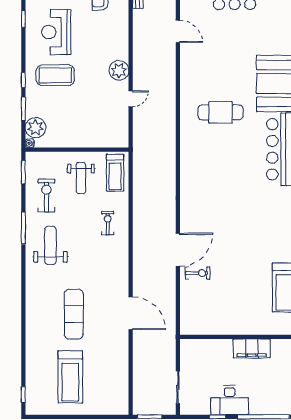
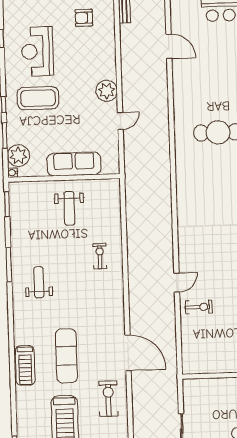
sofa: (86, 137) -> (74, 164), added
treadmill: (115, 173) -> (25, 365), moved
exercise bike: (46, 196) -> (108, 399), moved
weight bench: (50, 245) -> (39, 282), width x0.73, depth x0.75
door: (178, 250) -> (177, 283), width x0.53

